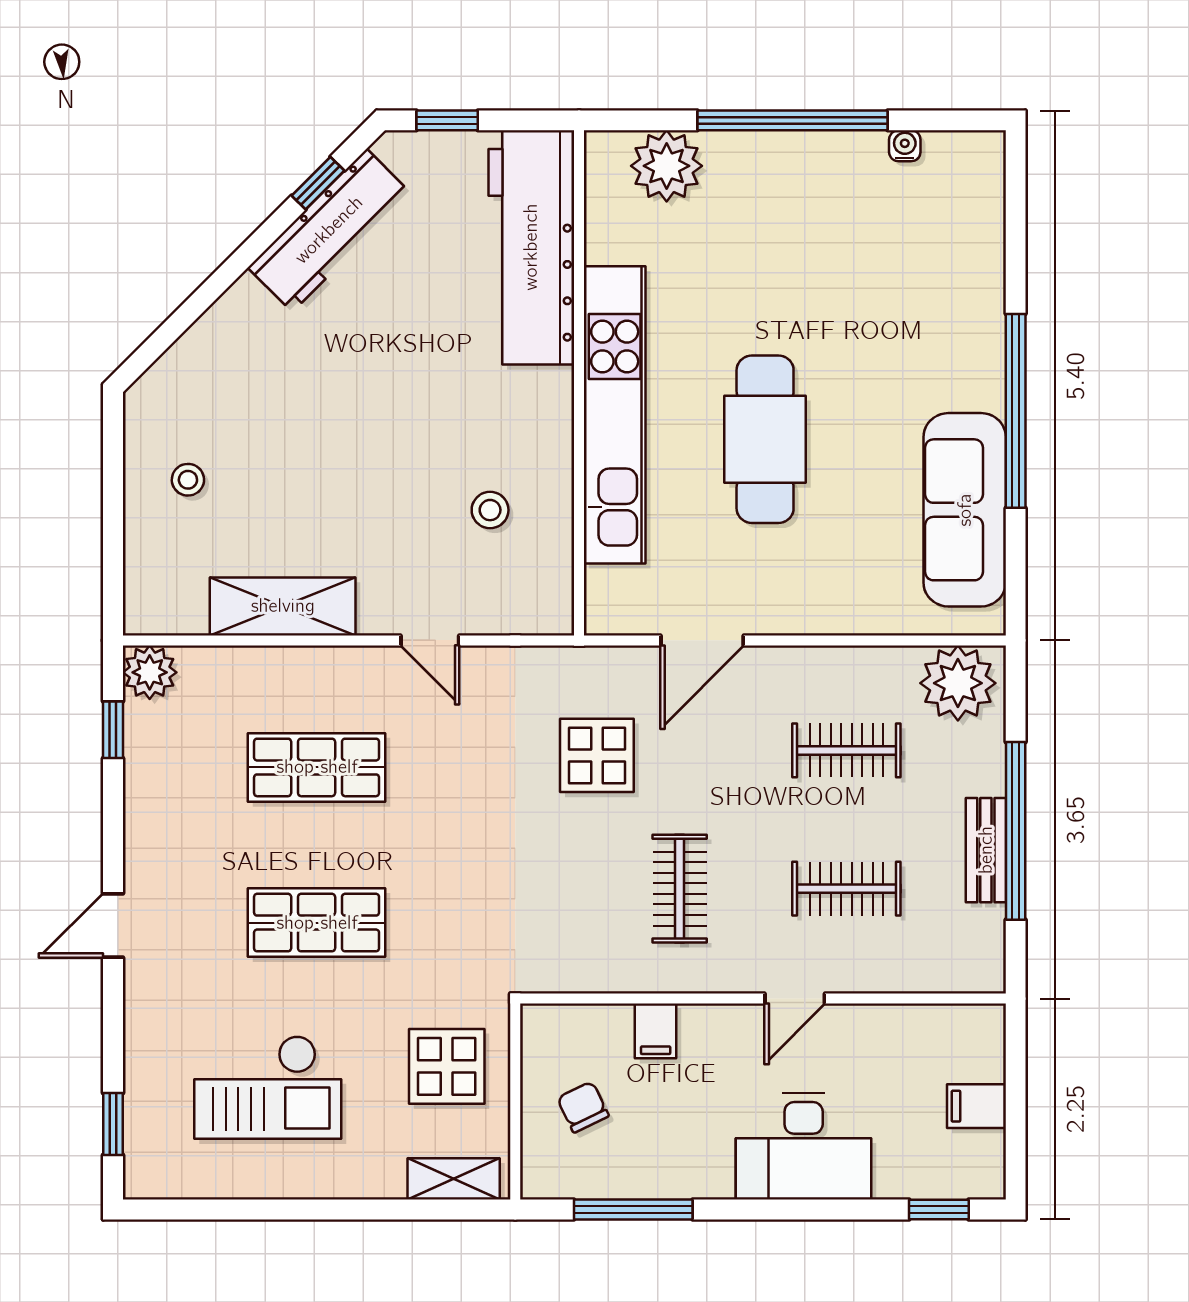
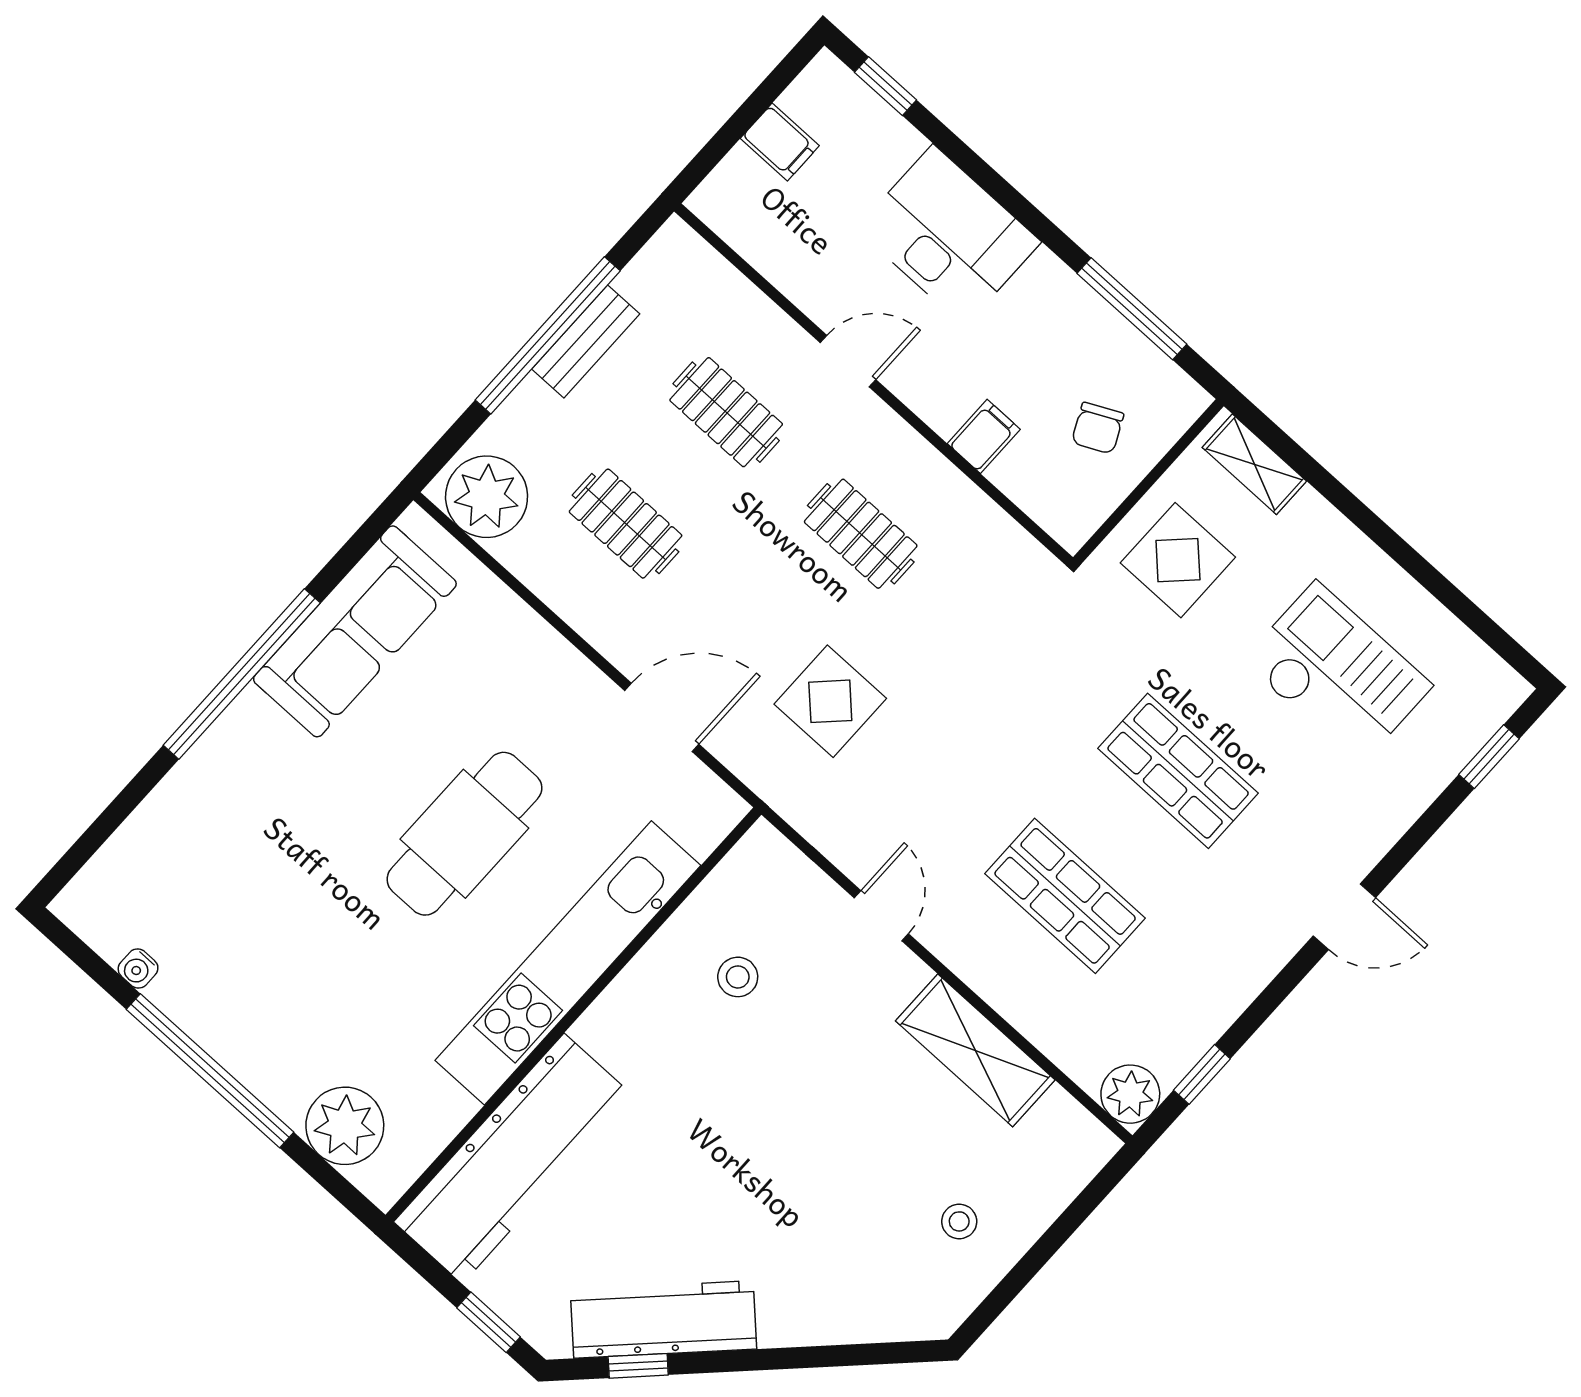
clothes rail: (680, 889) -> (861, 534), turned 90

